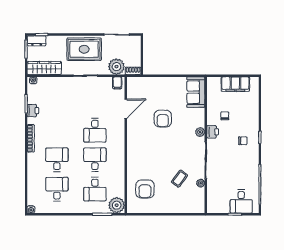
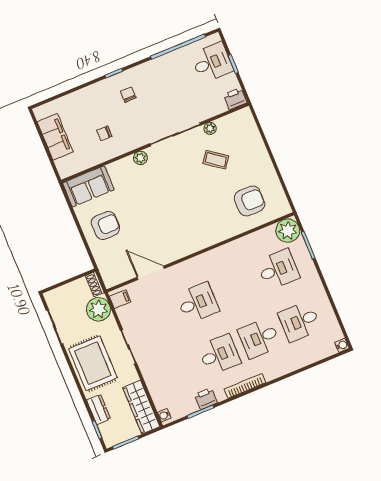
dresser: (37, 41) -> (99, 409), moved
armchair: (163, 119) -> (106, 225), moved
printer: (213, 132) -> (235, 99), moved
desk: (95, 160) -> (219, 355), moved, turned 180

